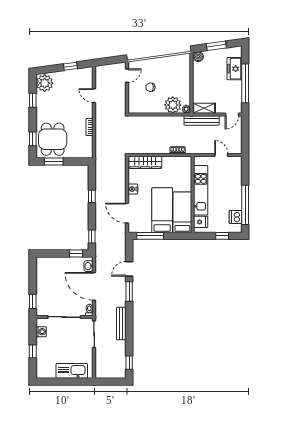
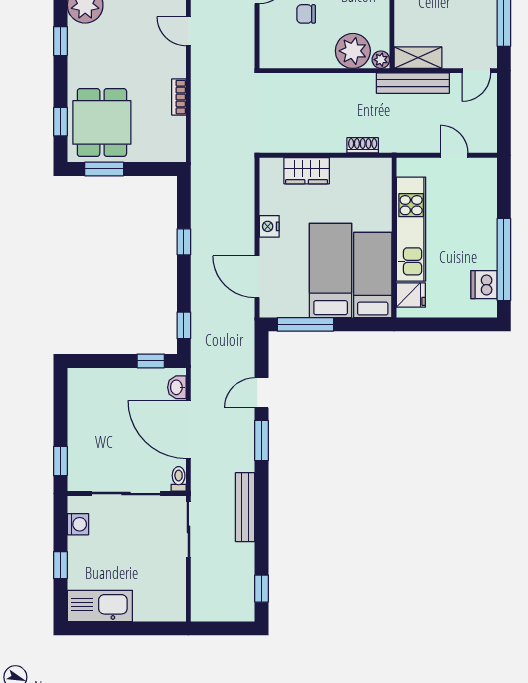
wardrobe: (145, 162) -> (307, 171), width x0.67
window: (222, 236) -> (456, 324), removed
kitchen sink: (72, 371) -> (100, 606), moved

